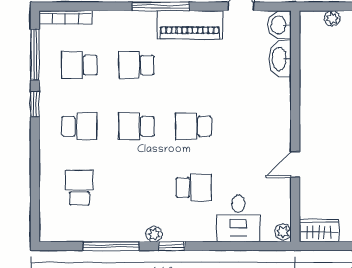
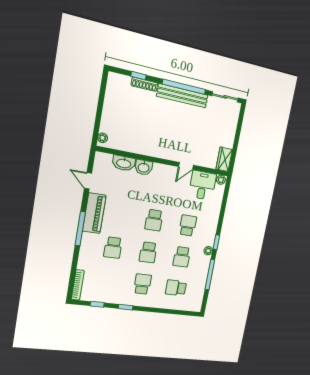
plant: (332, 18) -> (103, 138), moved
washbasin: (279, 25) -> (144, 167), moved
window: (35, 55) -> (97, 304), width x0.46
school desk: (79, 65) -> (182, 257), moved
door: (295, 164) -> (186, 166), hinge flipped
desk: (238, 218) -> (202, 185), moved, turned -90

